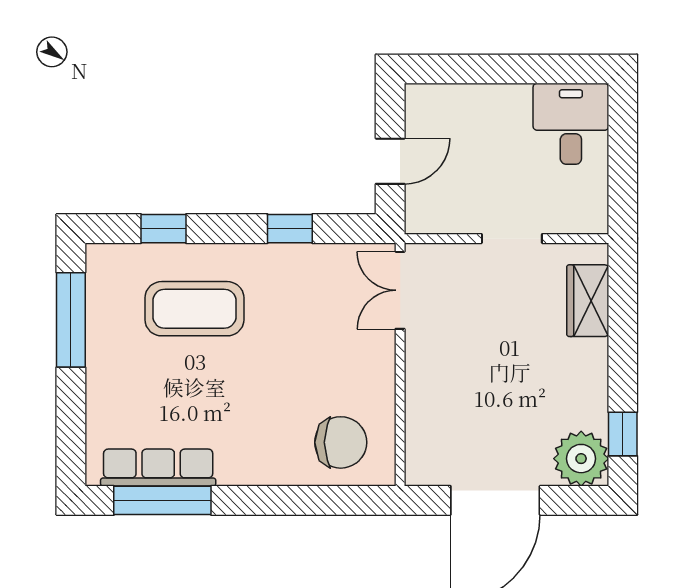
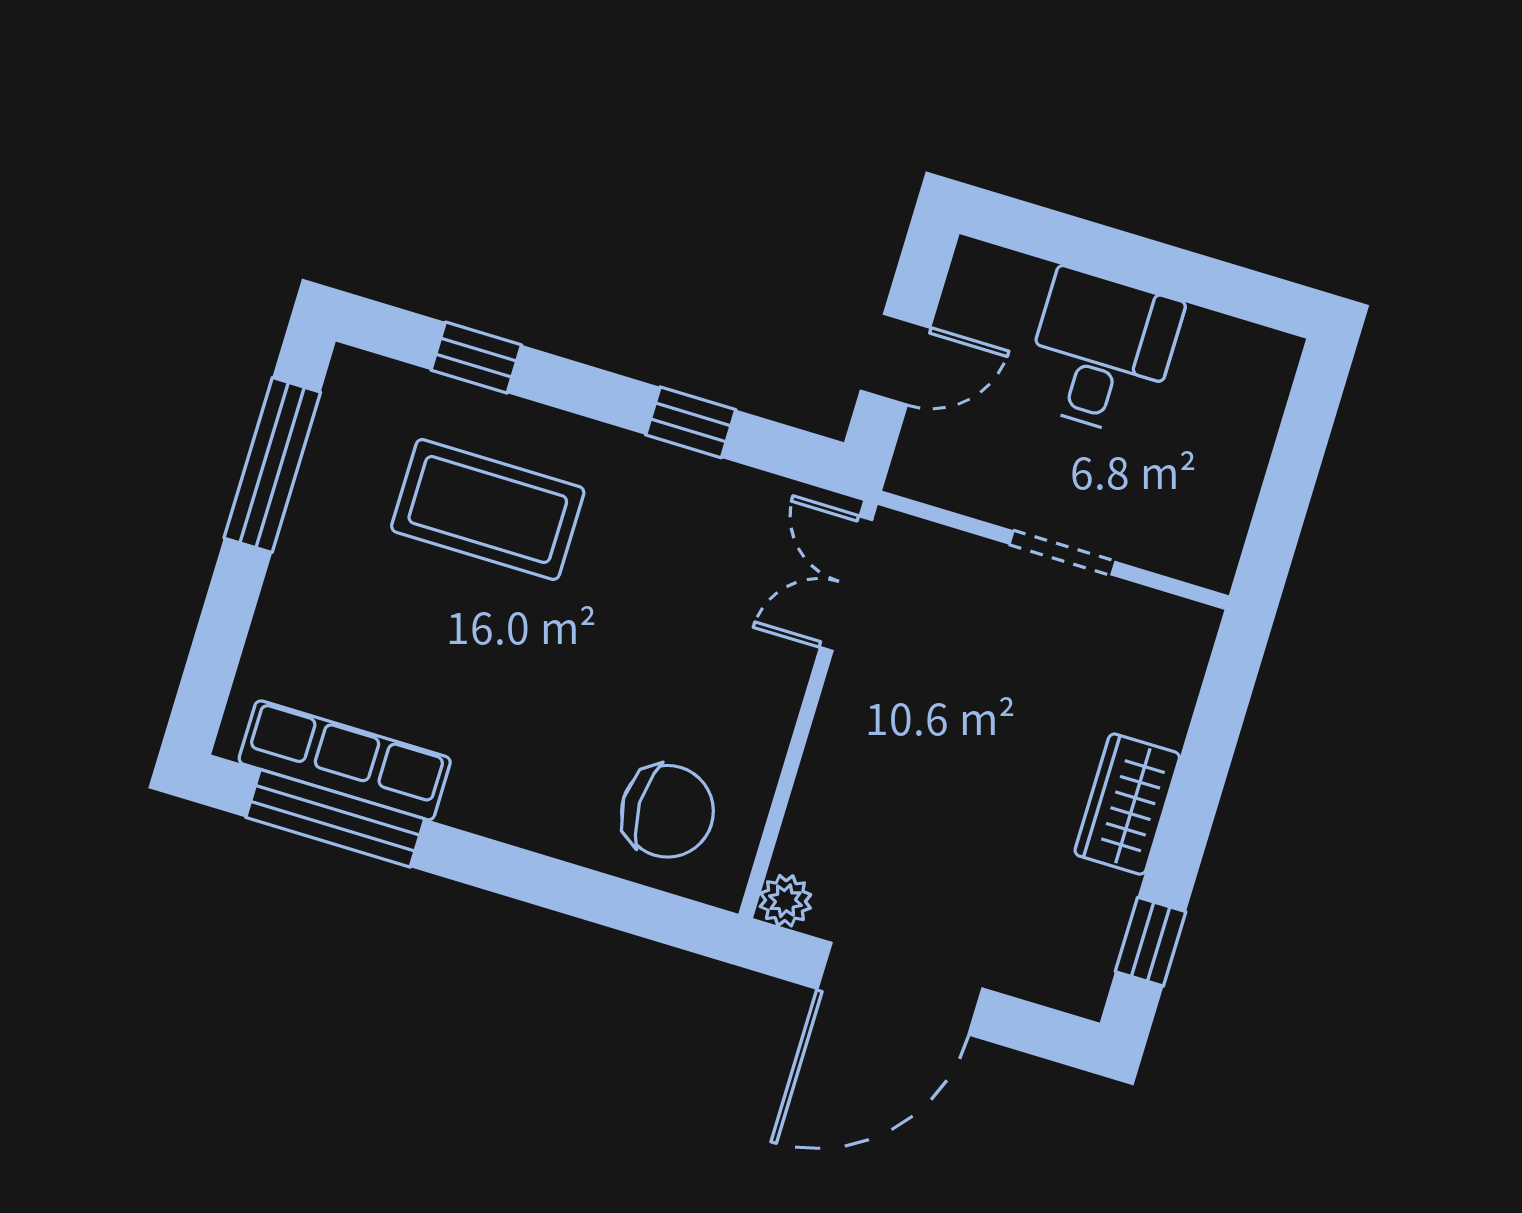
desk: (571, 124) -> (1102, 352), moved
wardrobe: (588, 301) -> (1127, 804), moved
plant: (581, 459) -> (785, 901), moved, width x0.53, depth x0.53

